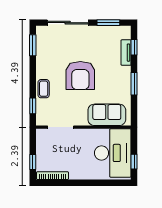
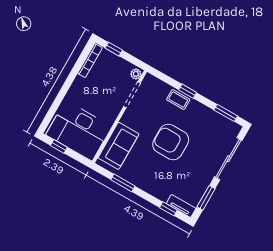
tv unit: (126, 53) -> (181, 206), moved
window: (134, 84) -> (123, 183), moved
window: (33, 106) -> (188, 91), moved
plant: (42, 134) -> (136, 74), added

